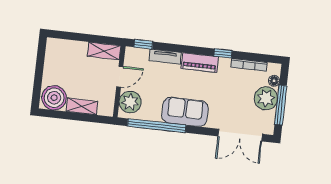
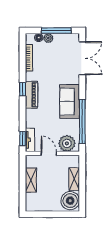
shelving: (104, 51) -> (31, 180), moved
window: (223, 53) -> (23, 89), moved
tv unit: (165, 57) -> (30, 140), moved
plant: (266, 98) -> (48, 38), width x0.53, depth x0.53

